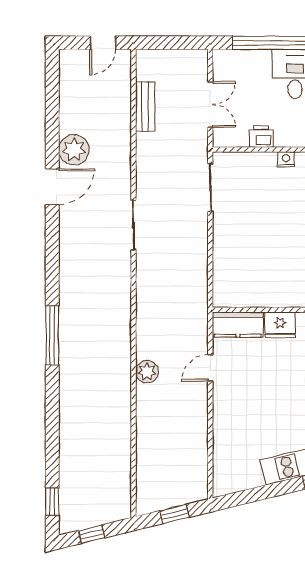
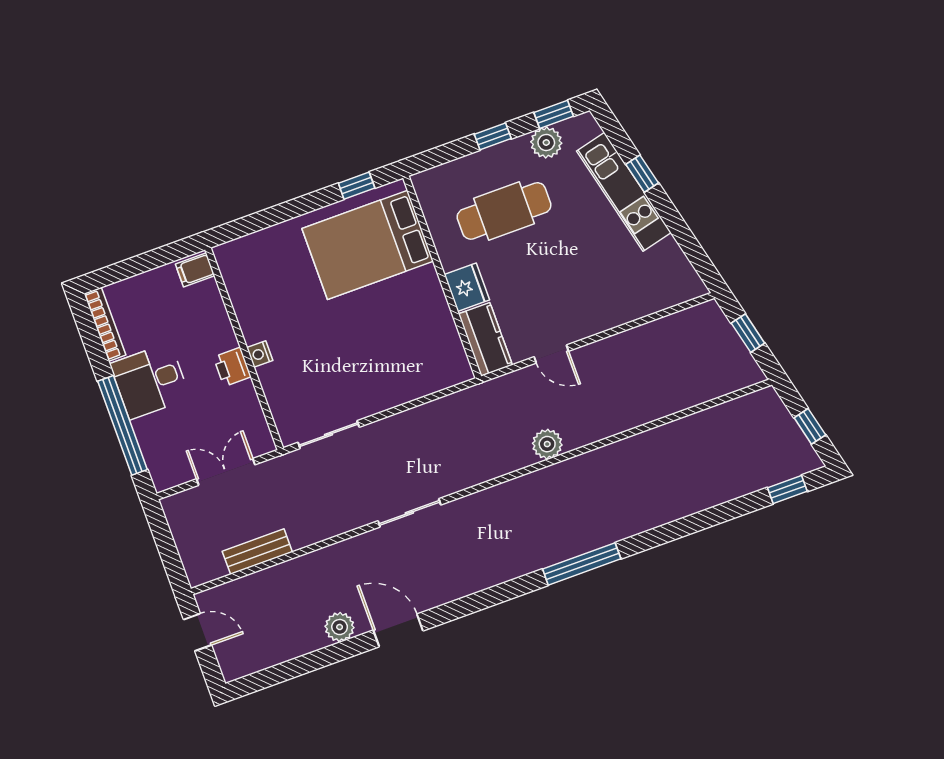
printer: (261, 136) -> (232, 367), moved
plant: (74, 150) -> (340, 627), width x0.73, depth x0.73
plant: (147, 372) -> (547, 444), moved

